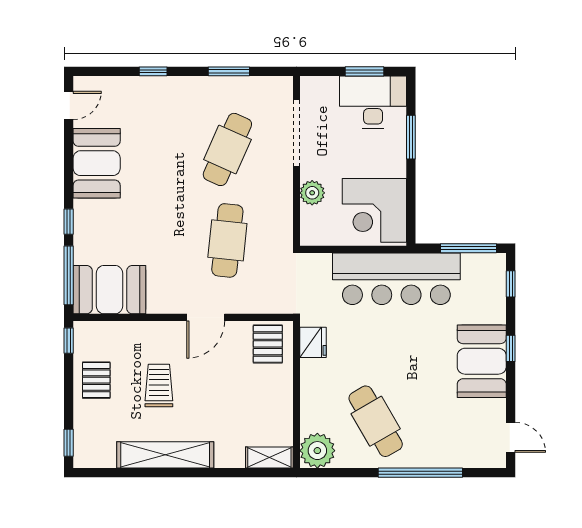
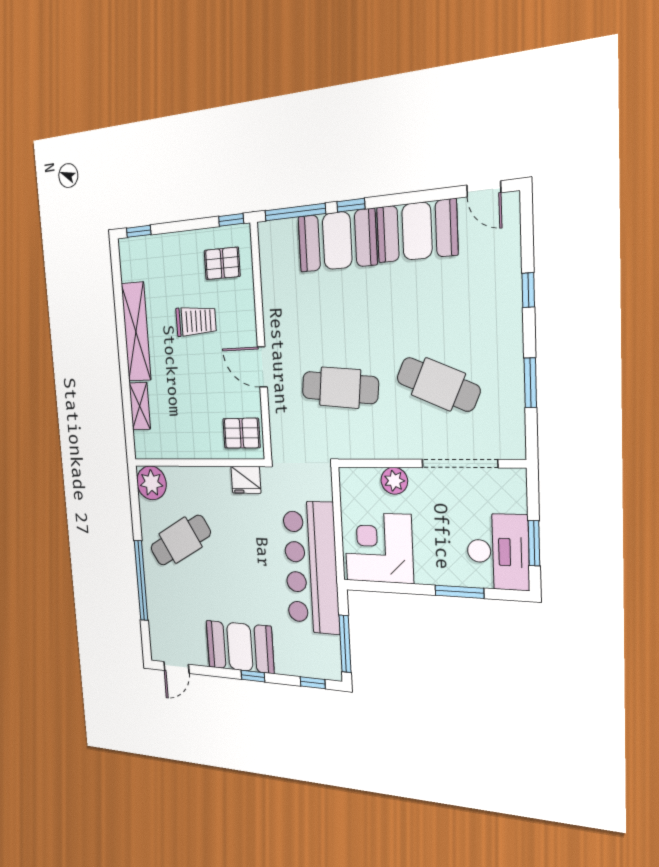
booth: (109, 290) -> (337, 241), moved, turned 90
pallet: (96, 380) -> (222, 263), moved
shelving: (269, 457) -> (140, 406), moved

